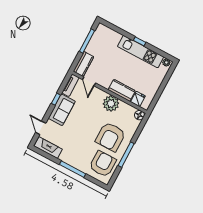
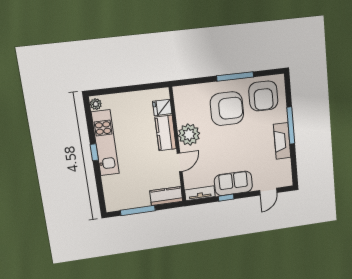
door: (89, 81) -> (180, 162), moved
floor lamp: (139, 115) -> (180, 93), removed
fireplace: (48, 148) -> (282, 141), moved
armchair: (103, 164) -> (263, 96), turned -90

